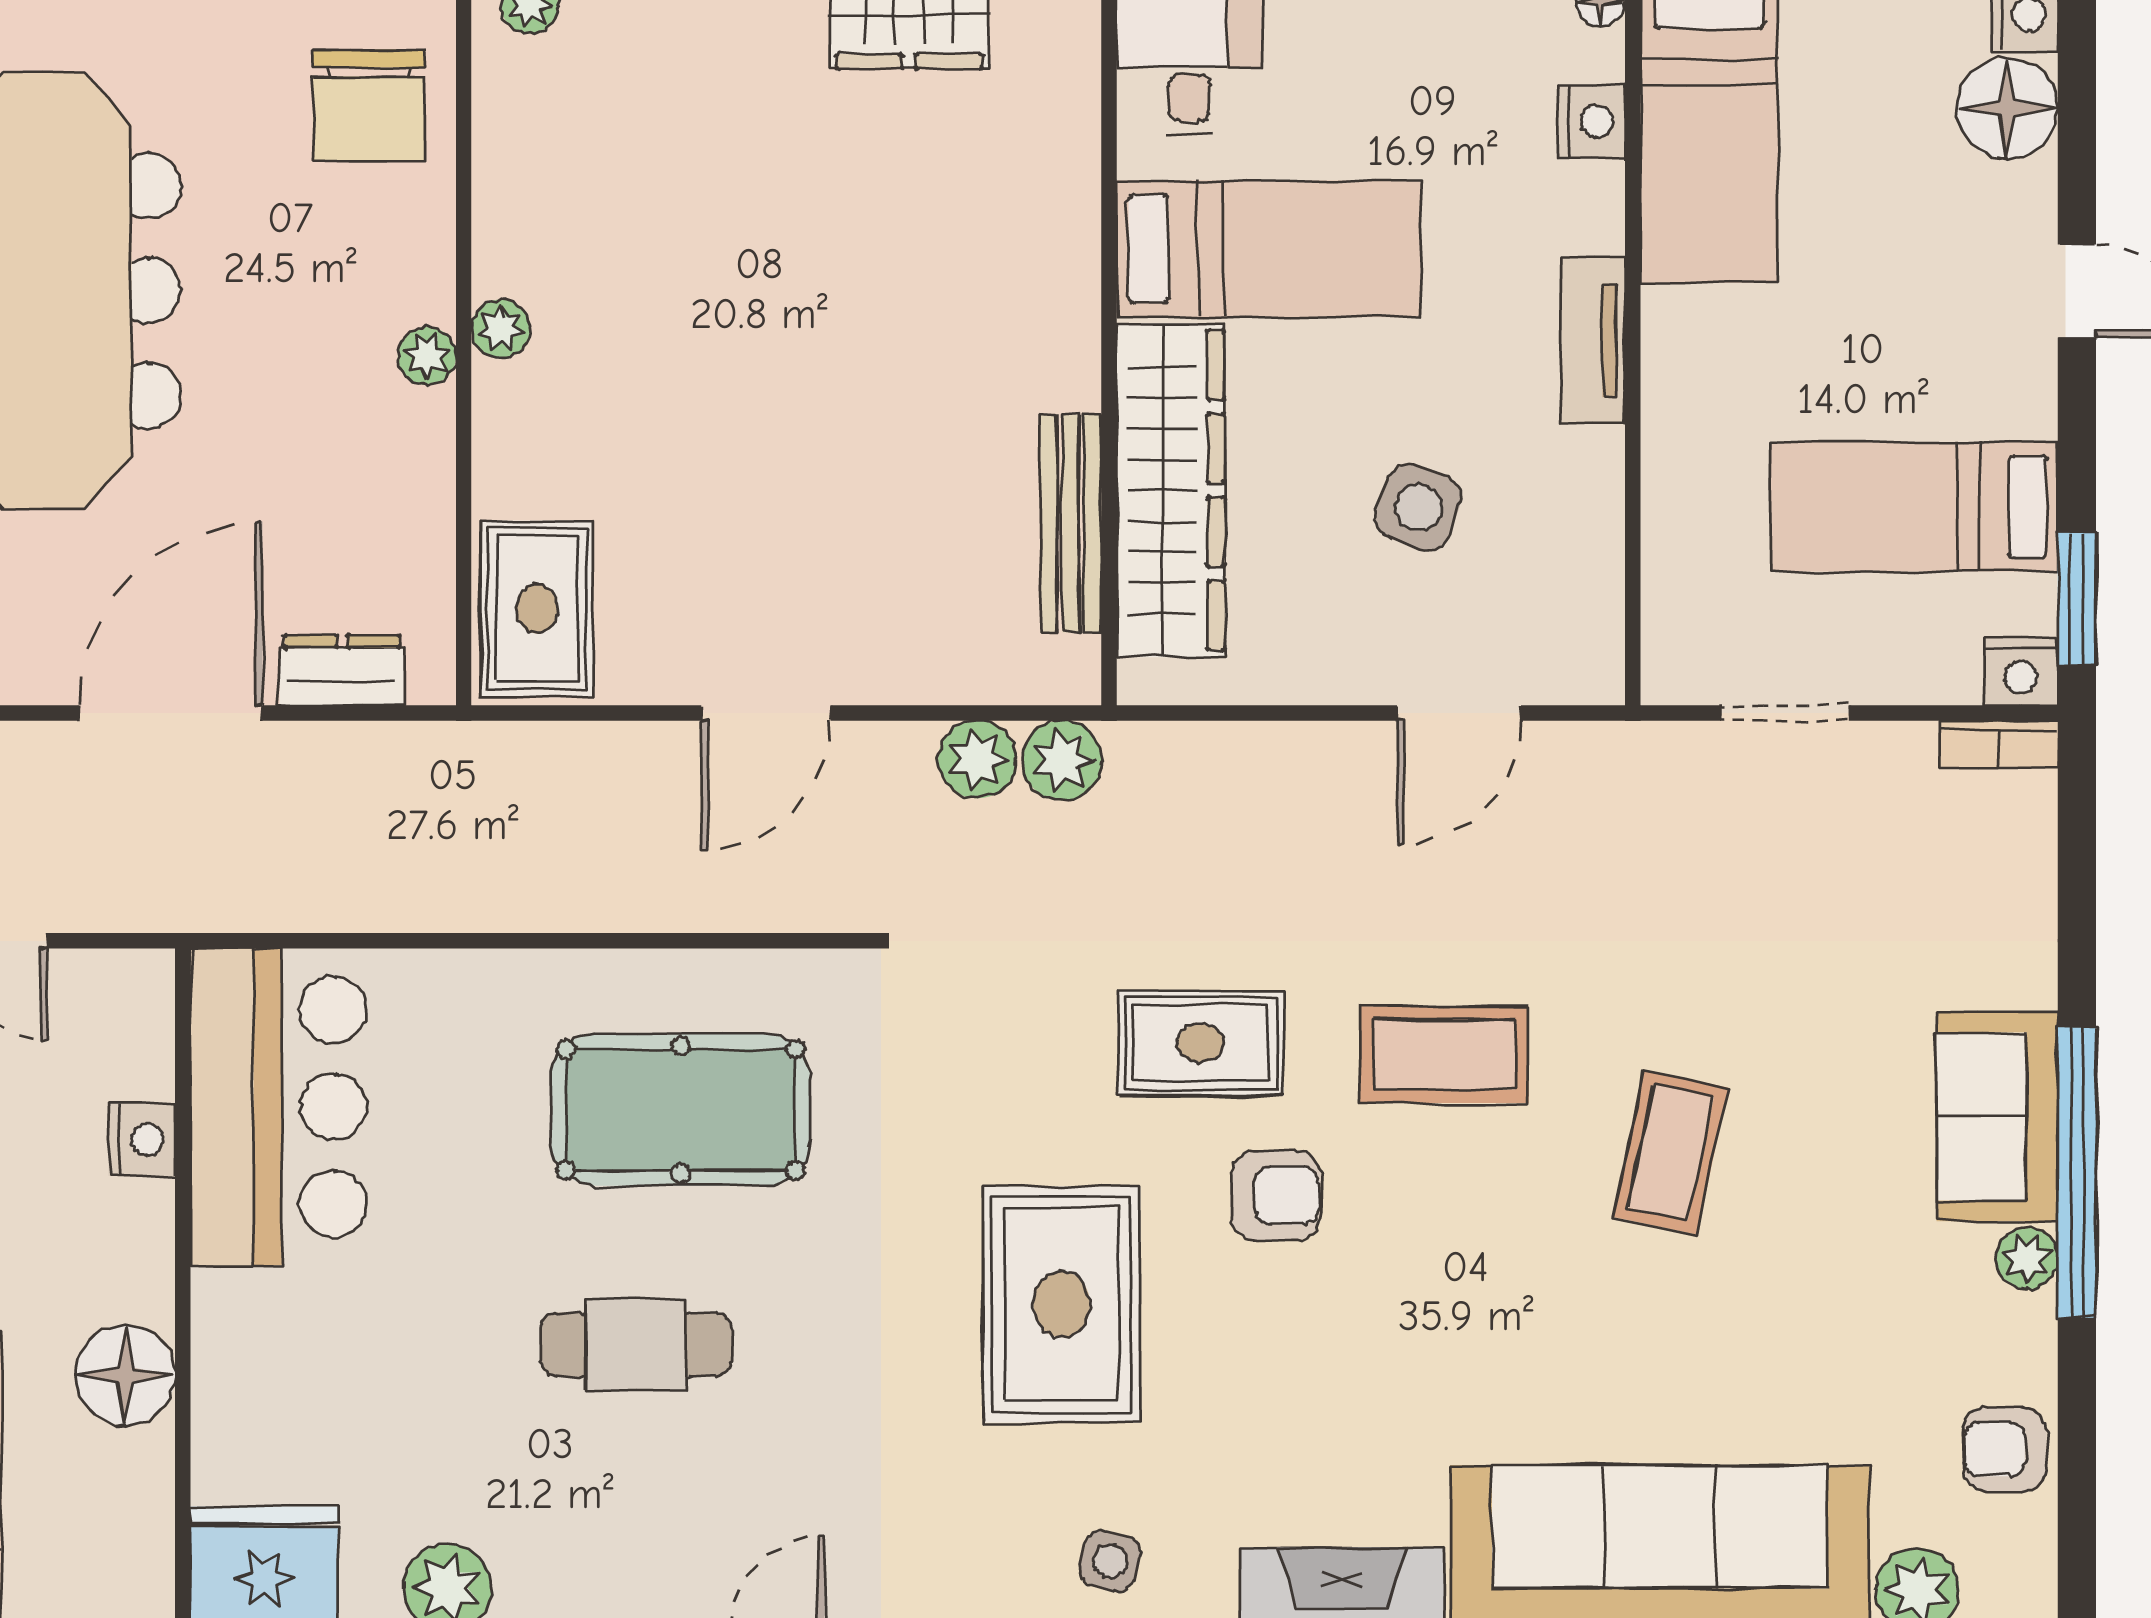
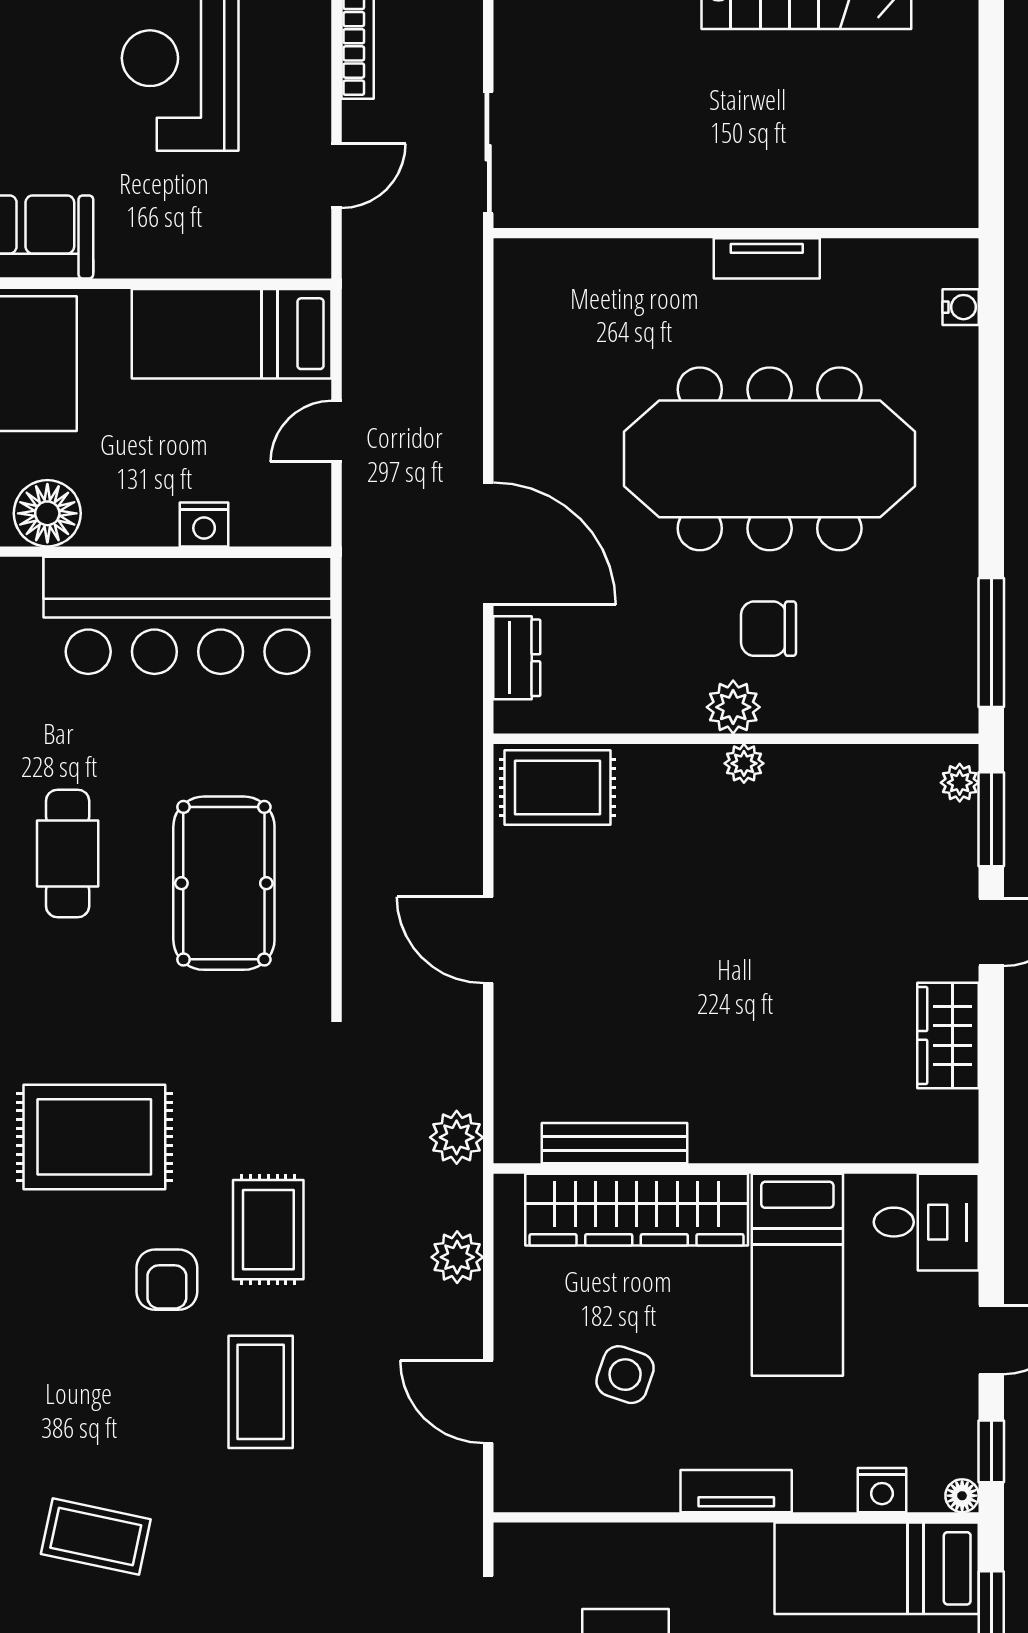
chair: (369, 105) -> (769, 629), moved, width x0.73, depth x0.73
plant: (427, 356) -> (733, 707), width x1.38, depth x1.38
plant: (977, 759) -> (457, 1257), moved
bar counter: (278, 1107) -> (188, 615), width x1.36
coffee table: (1671, 1152) -> (96, 1537), moved

